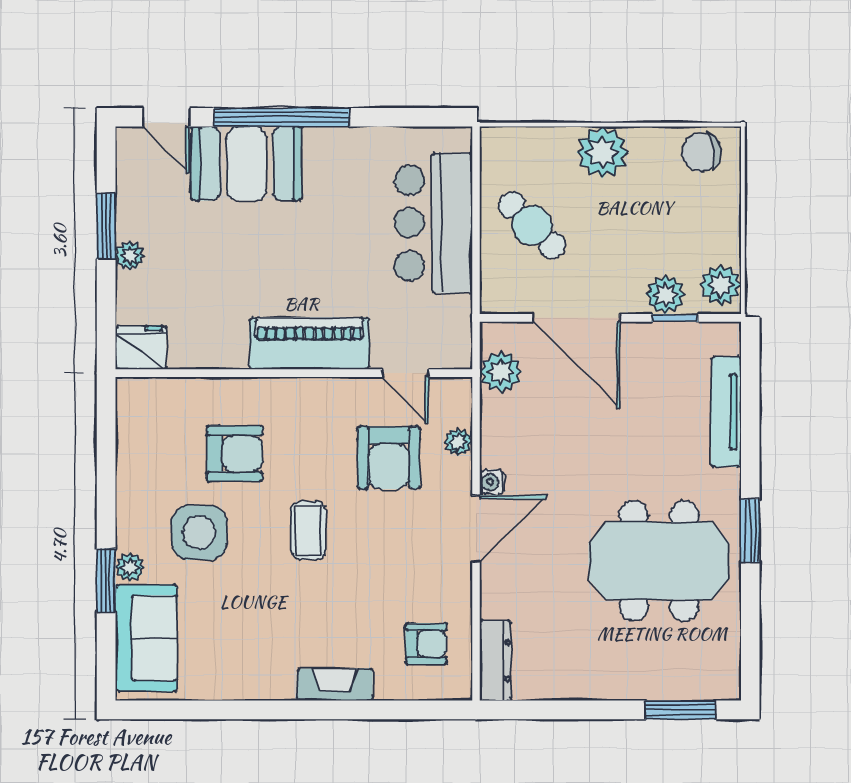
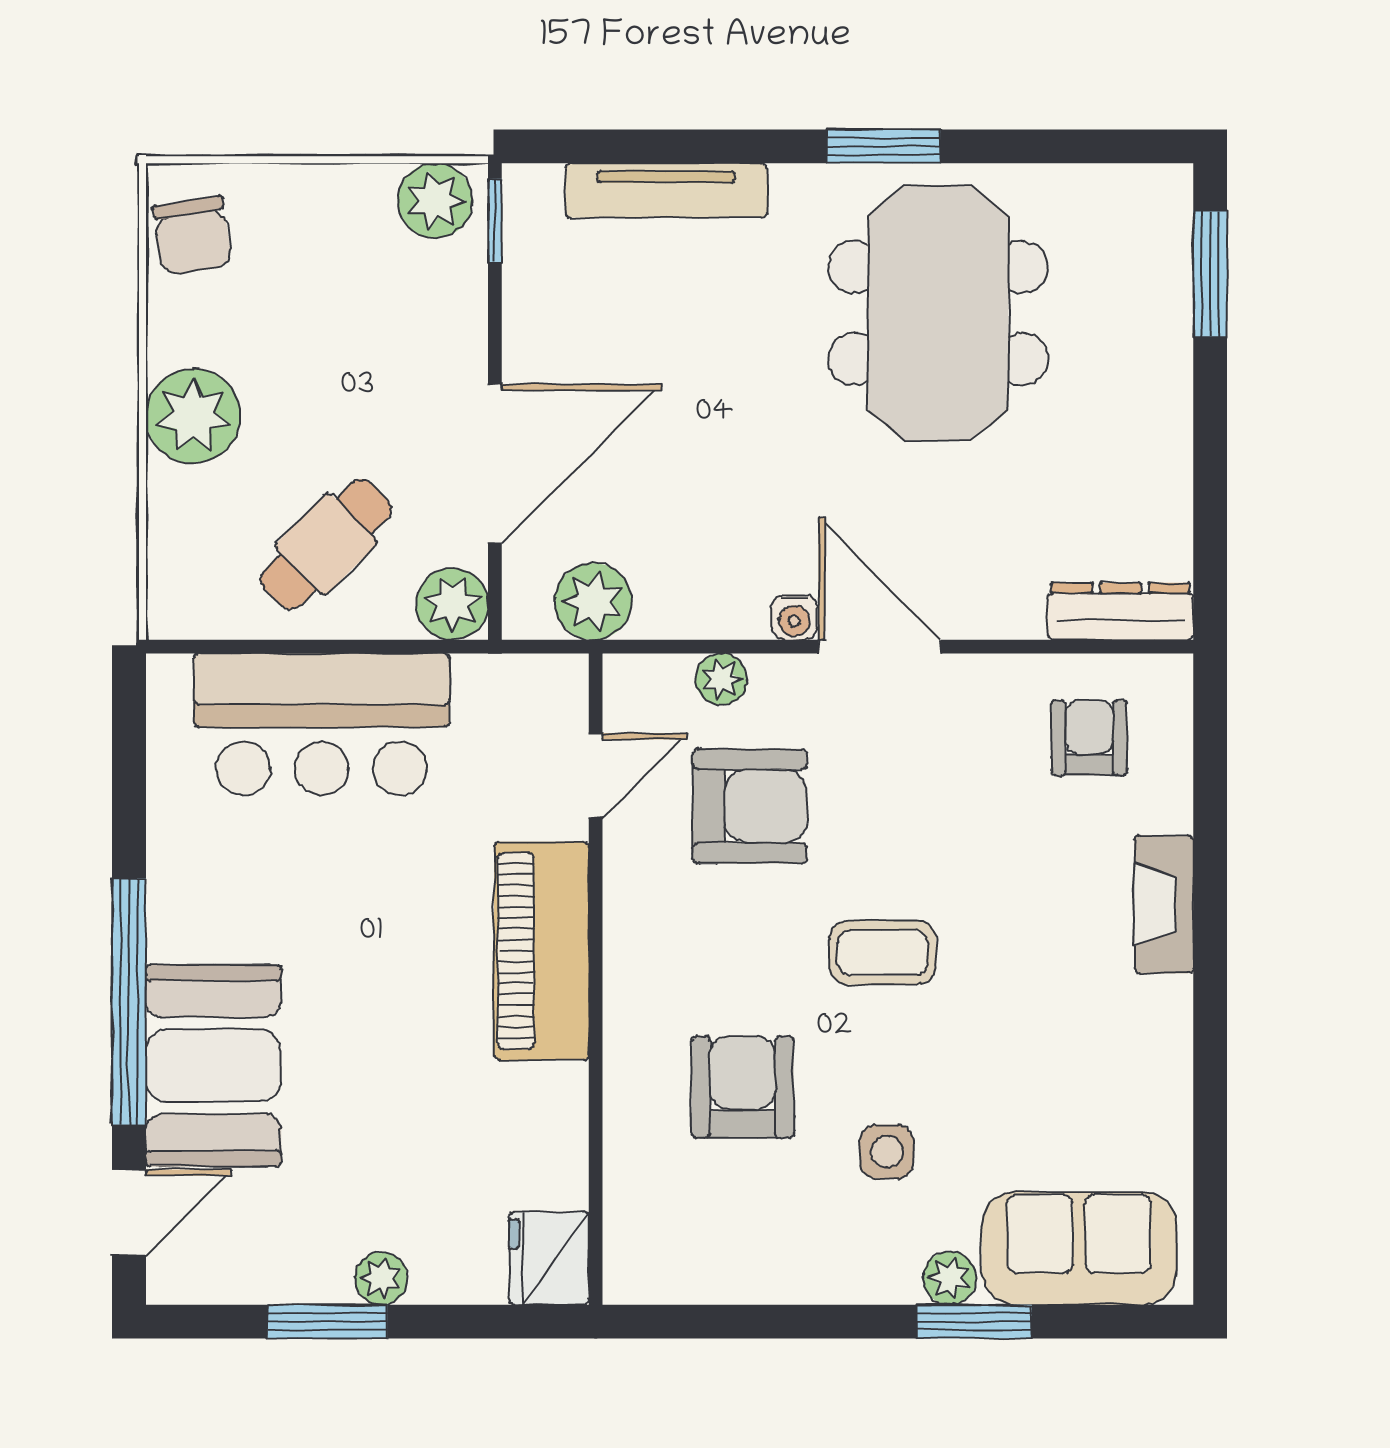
plant: (666, 295) -> (452, 604), moved
window: (675, 318) -> (495, 221), moved
side table: (199, 533) -> (887, 1152), width x0.54, depth x0.54

